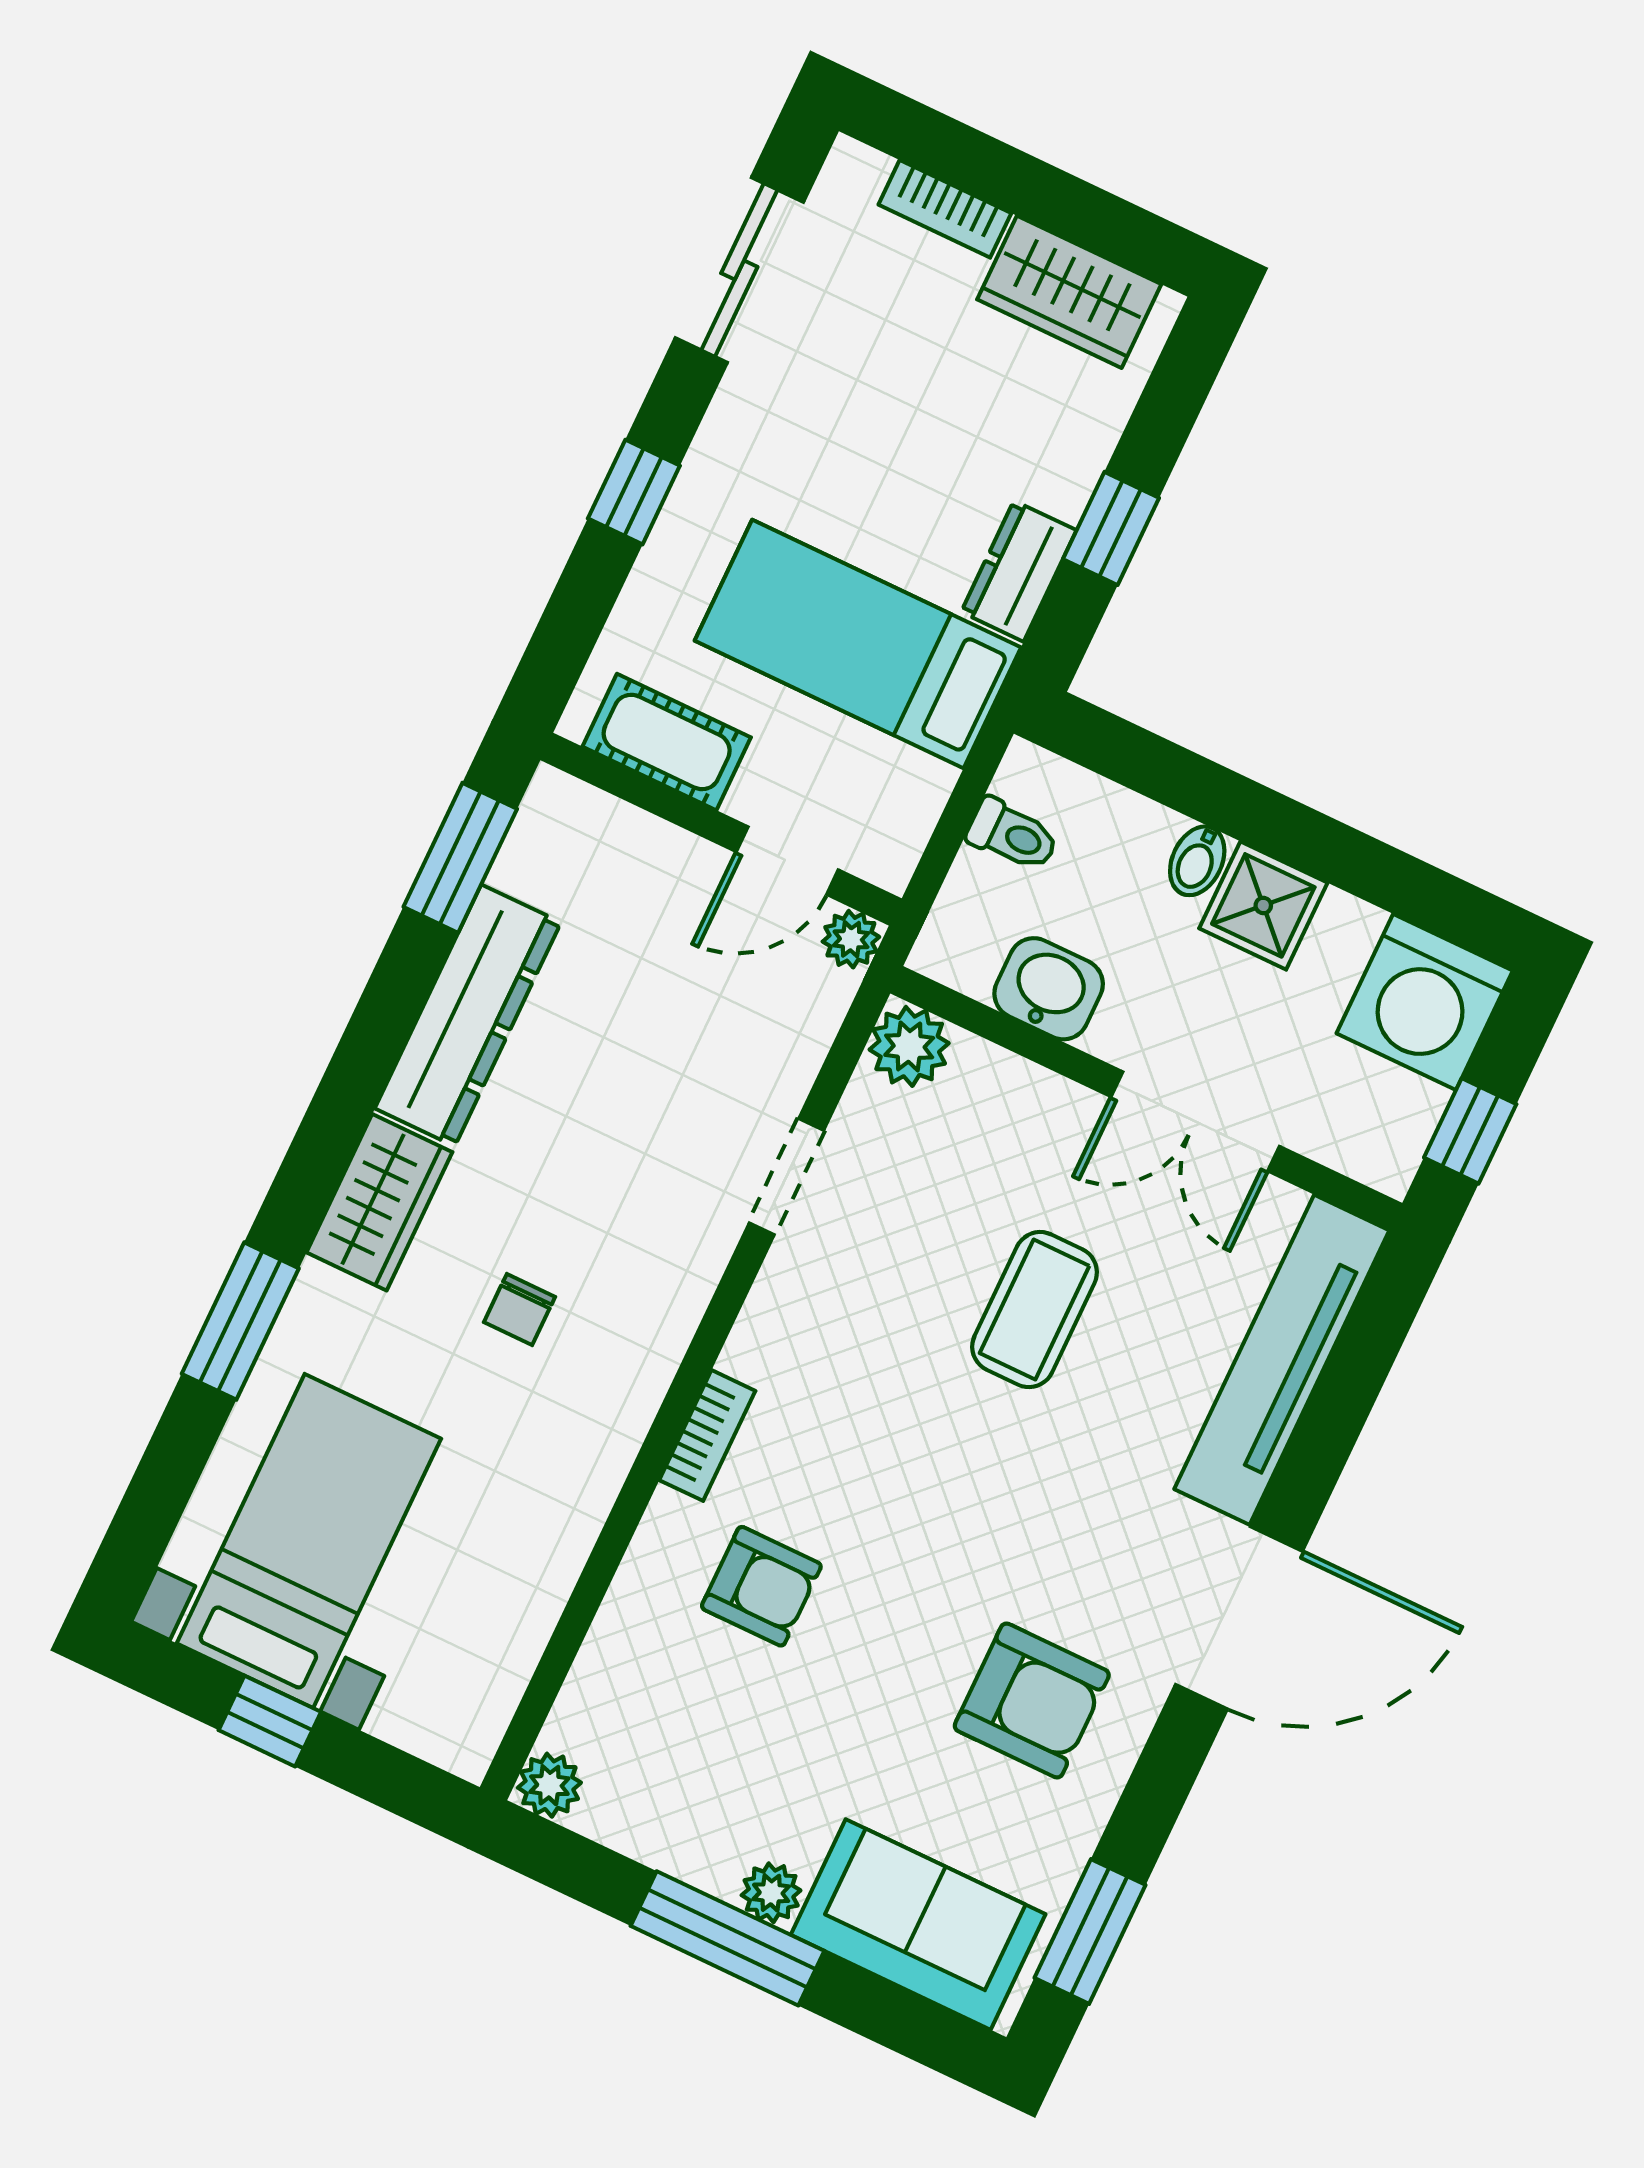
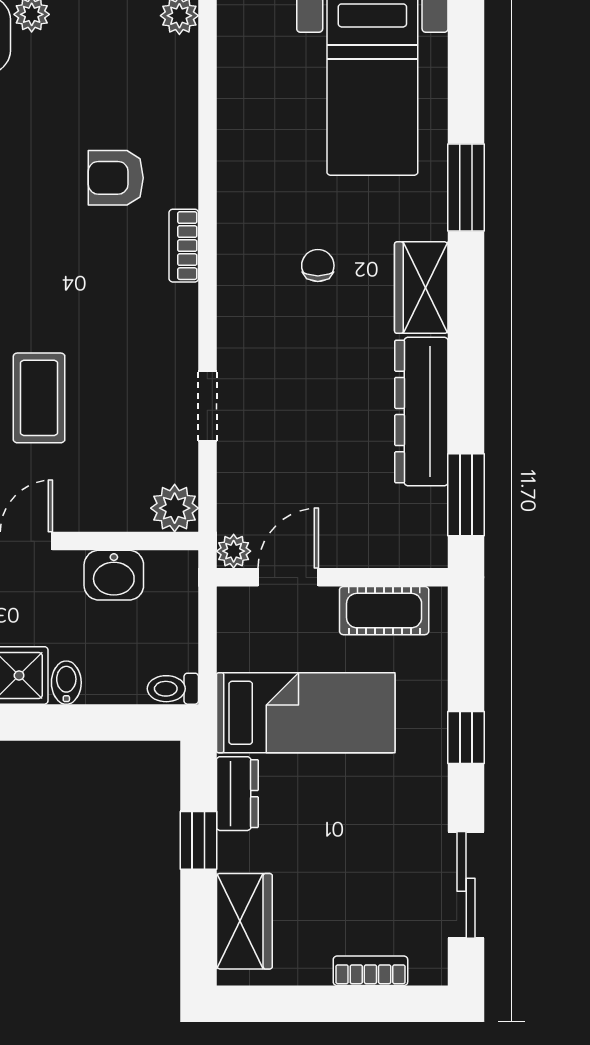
wardrobe: (1069, 292) -> (244, 921), moved, turned 90
toilet: (1013, 835) -> (173, 689), moved

